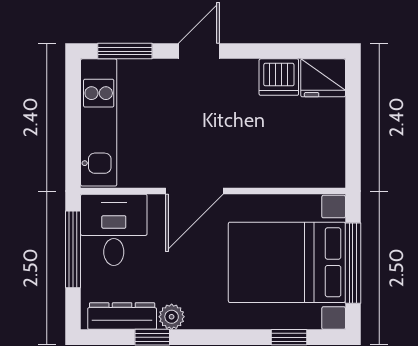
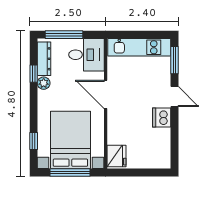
dishwasher: (279, 77) -> (162, 118), moved
fridge: (323, 78) -> (116, 156), moved, turned 180
window: (73, 249) -> (64, 35), moved

